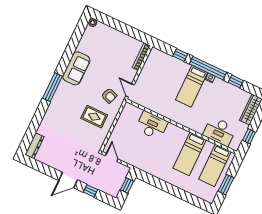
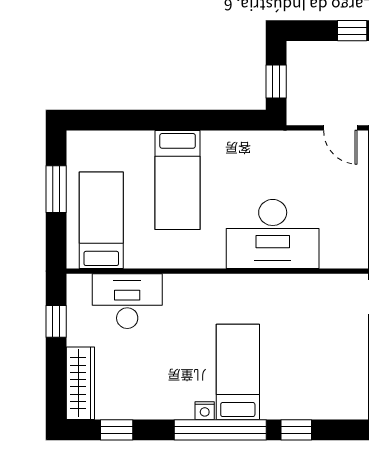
window: (236, 81) -> (117, 430), moved
desk: (152, 125) -> (273, 234), width x1.36, depth x1.30
bed: (190, 154) -> (178, 180), moved, turned 180

